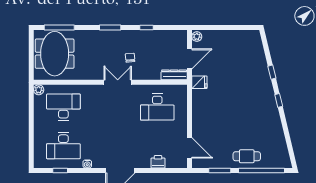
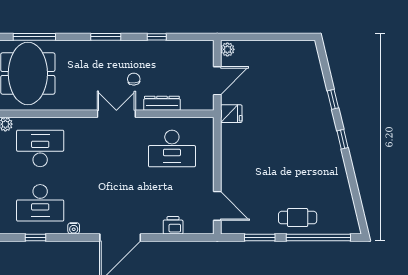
dresser: (174, 75) -> (162, 103), moved

